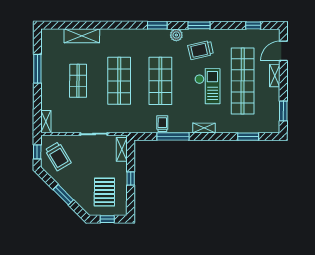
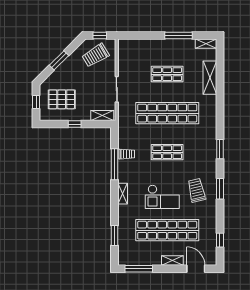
plant: (176, 35) -> (211, 167), removed
shop shelf: (119, 81) -> (167, 113), width x1.40
shop shelf: (160, 81) -> (167, 152), width x0.70, depth x0.74
window: (283, 111) -> (139, 269), width x1.44
shelving: (46, 122) -> (206, 44), moved

